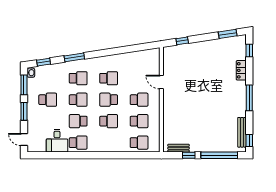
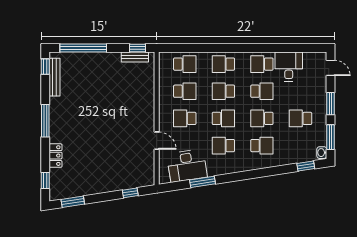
window: (74, 57) -> (203, 182), moved
desk: (137, 62) -> (187, 166), added
school desk: (78, 78) -> (262, 146), turned 180
school desk: (139, 121) -> (185, 91), turned 180
school desk: (109, 143) -> (223, 64), added
school desk: (139, 143) -> (185, 64), turned 180
window: (189, 155) -> (138, 48), moved

